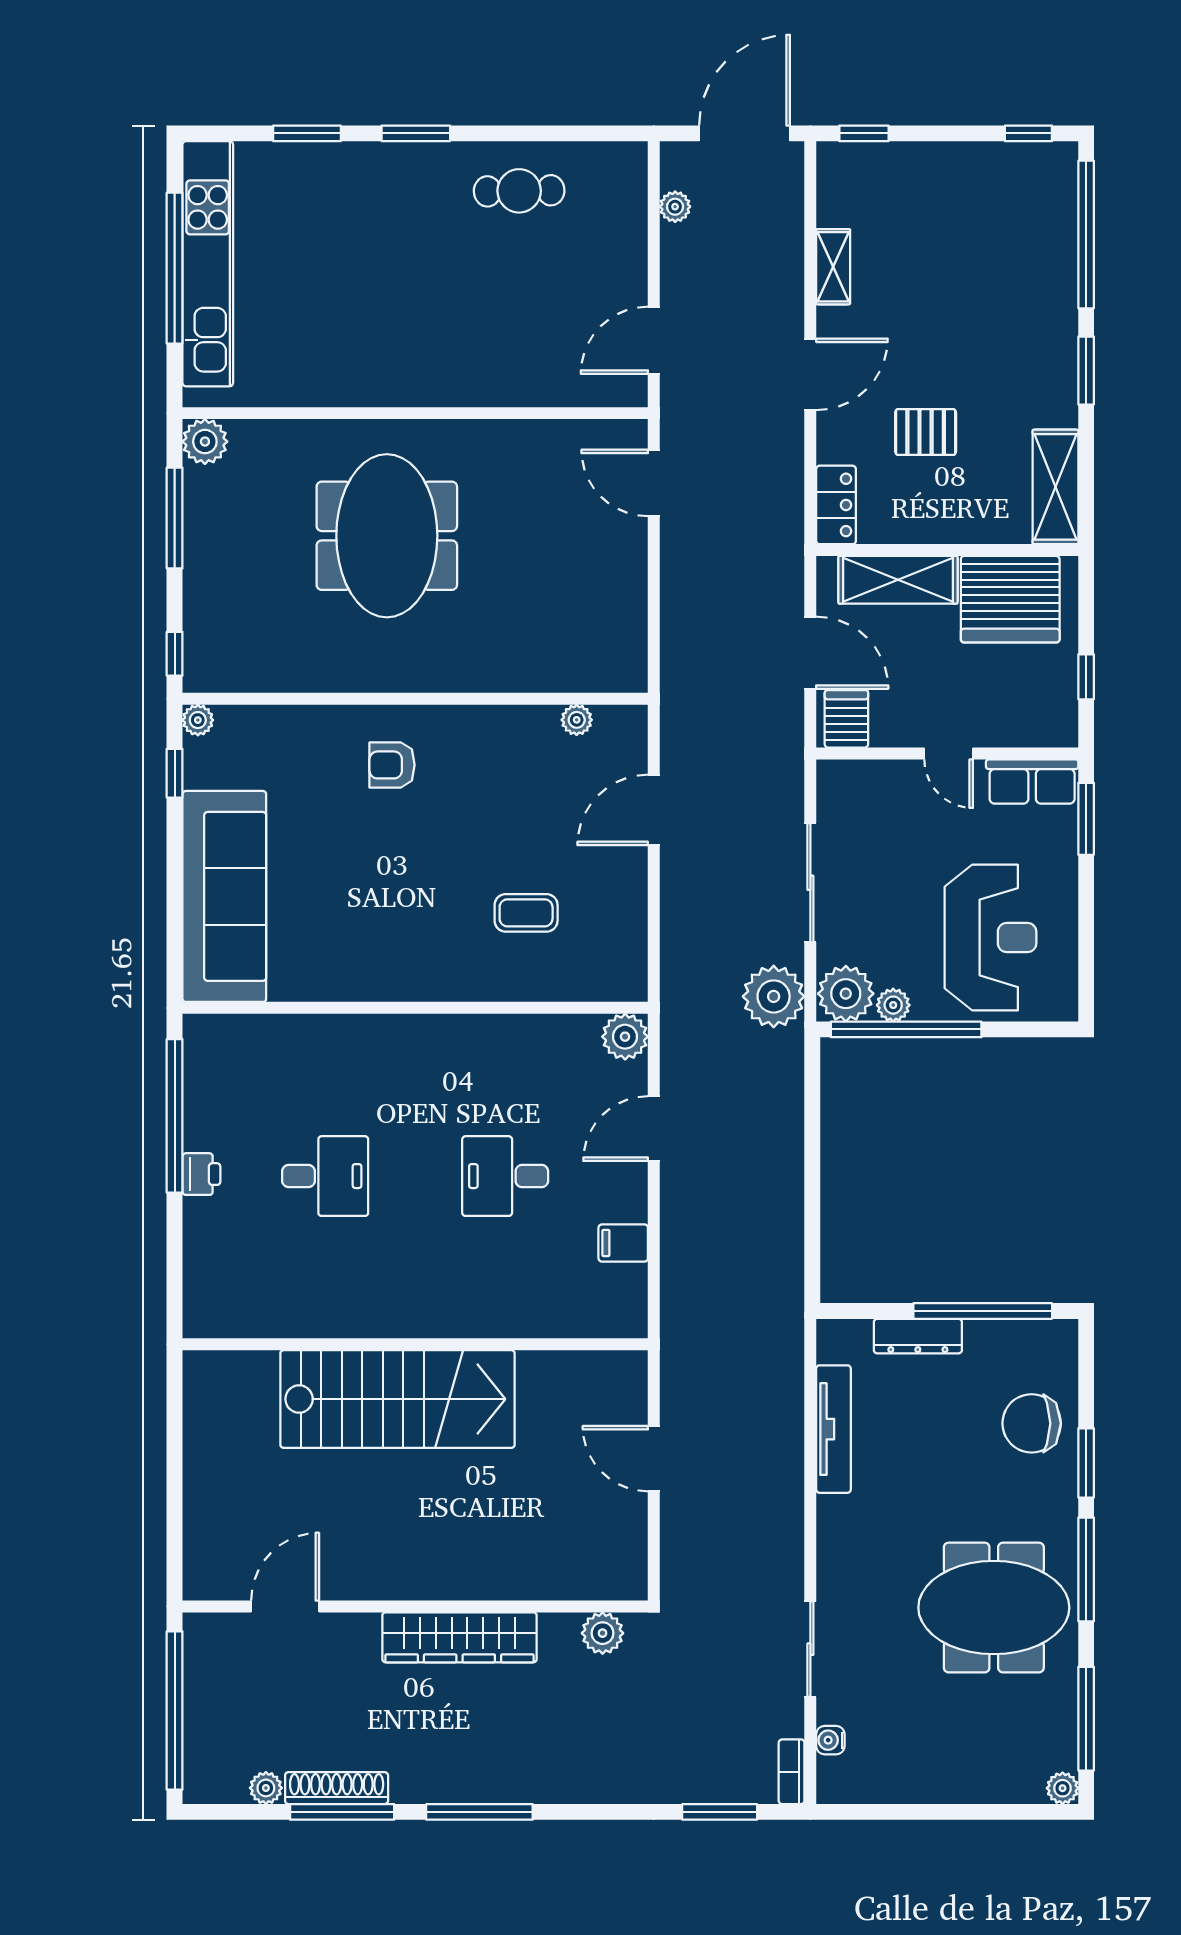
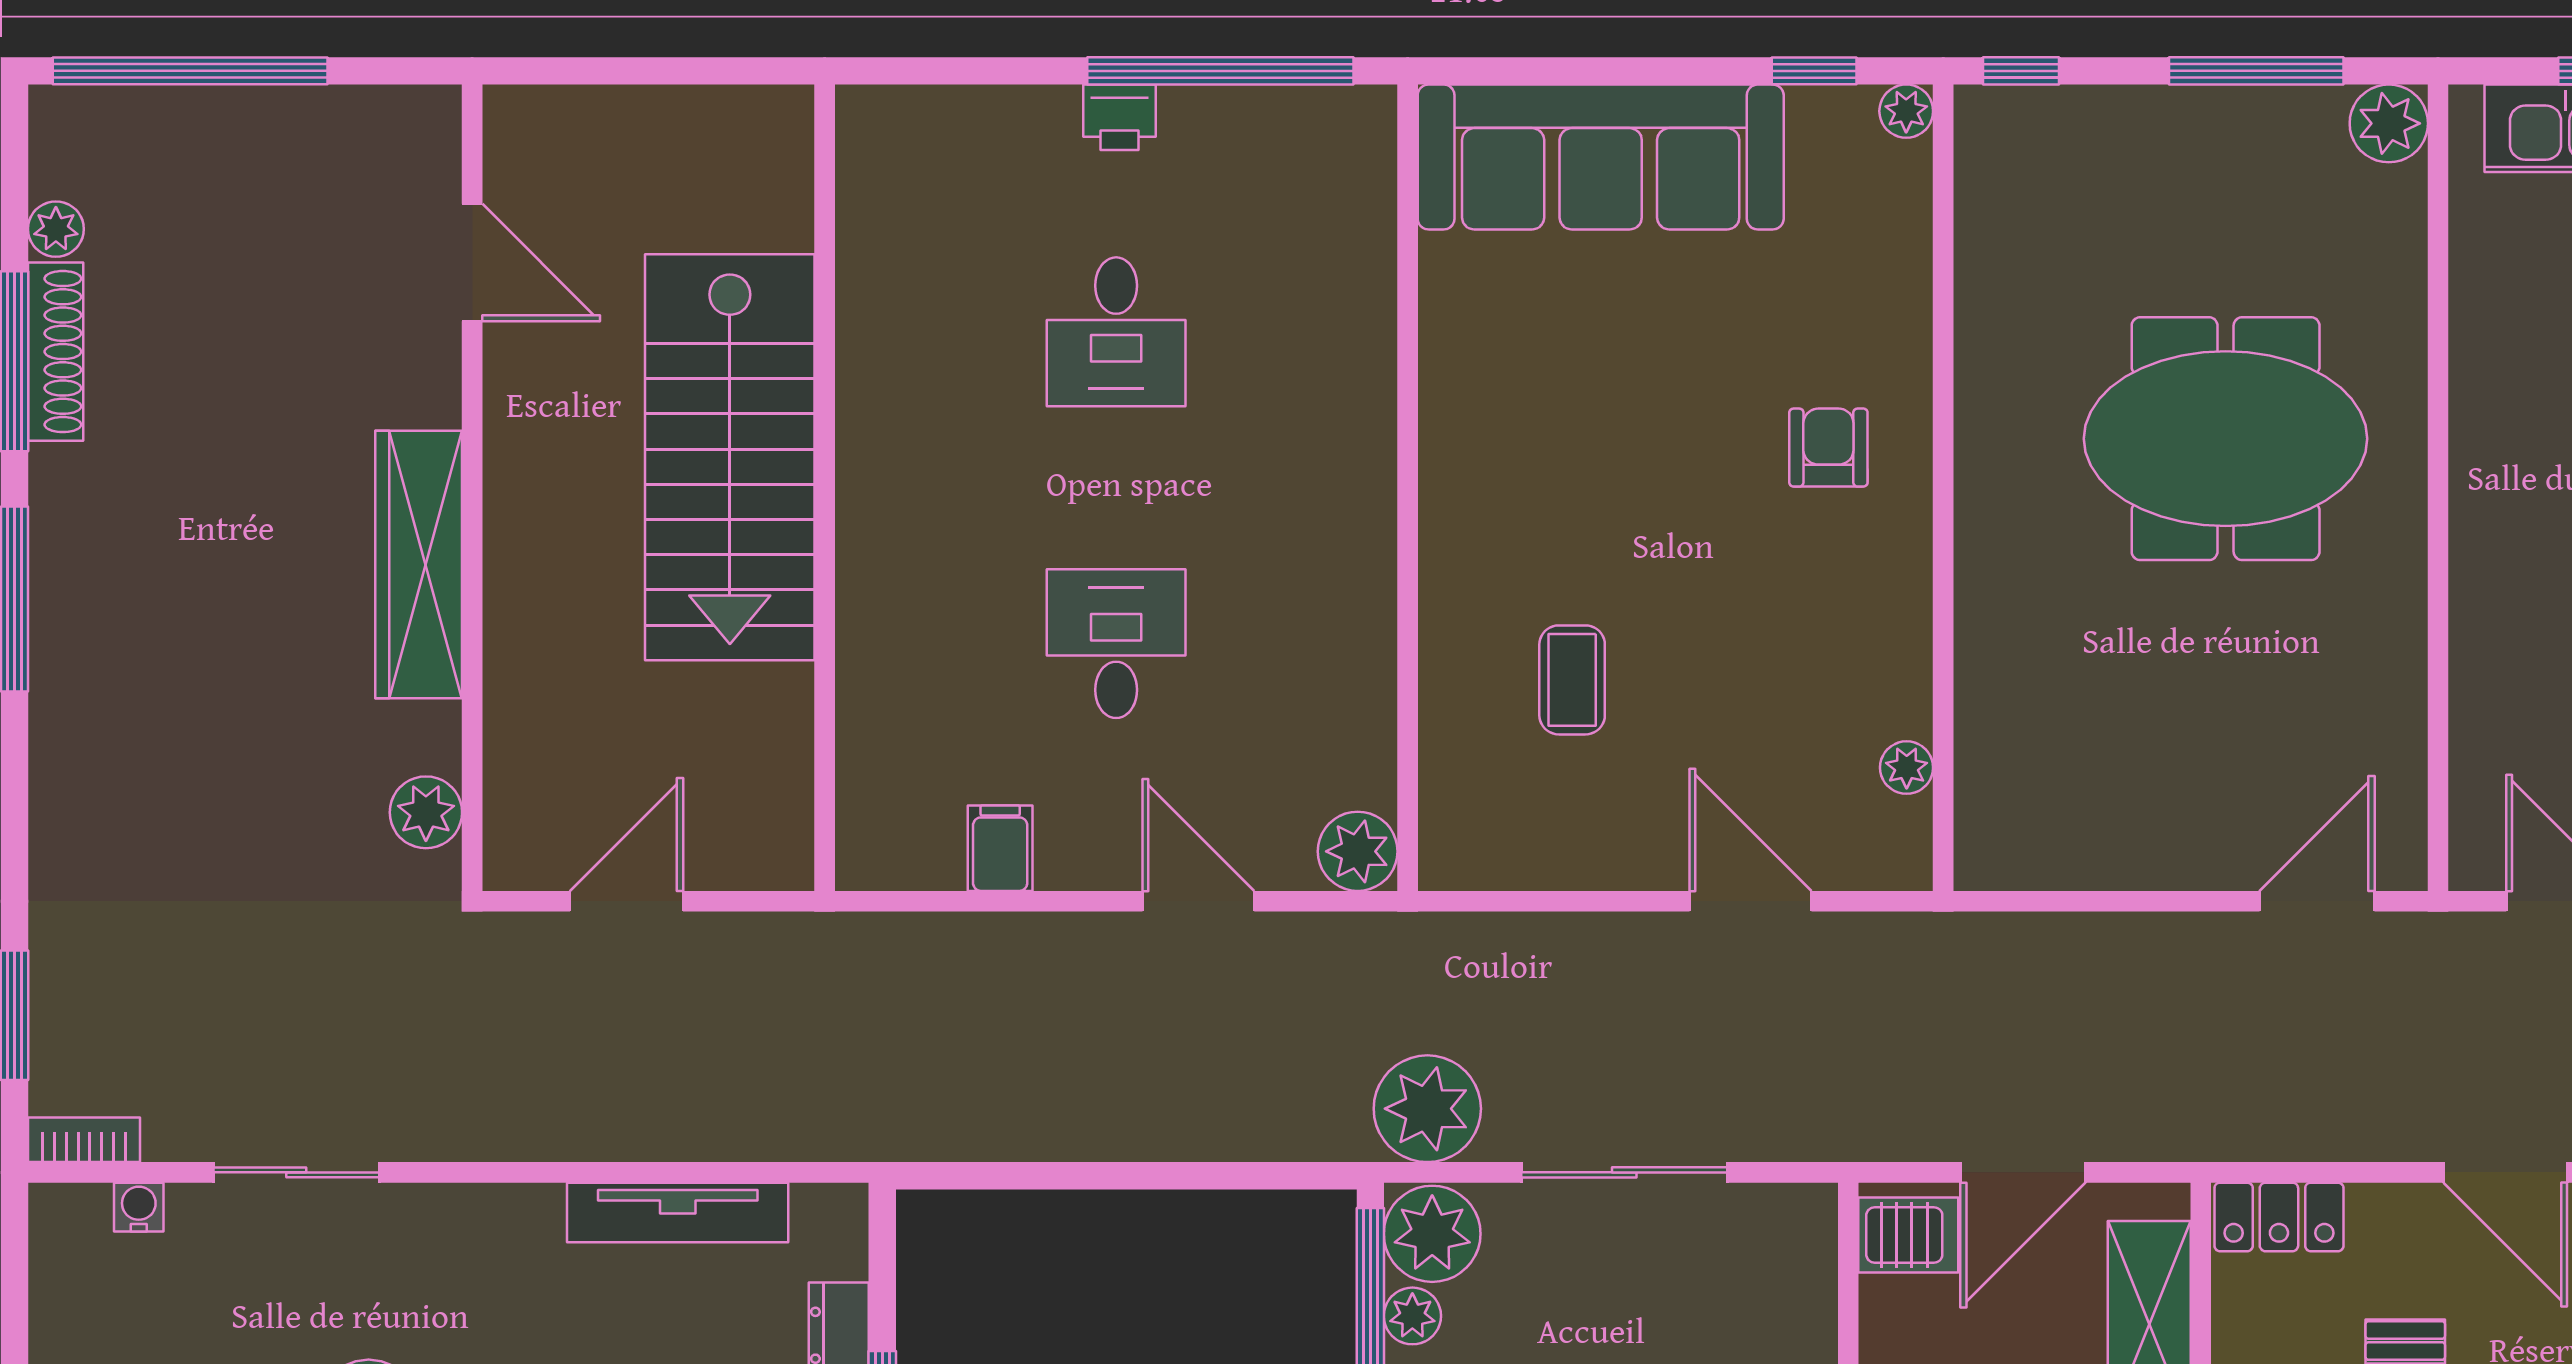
door: (285, 1606) -> (472, 262), moved
wall: (415, 1606) -> (472, 488), moved
plant: (603, 1633) -> (426, 812), moved
wardrobe: (459, 1637) -> (419, 565), moved

